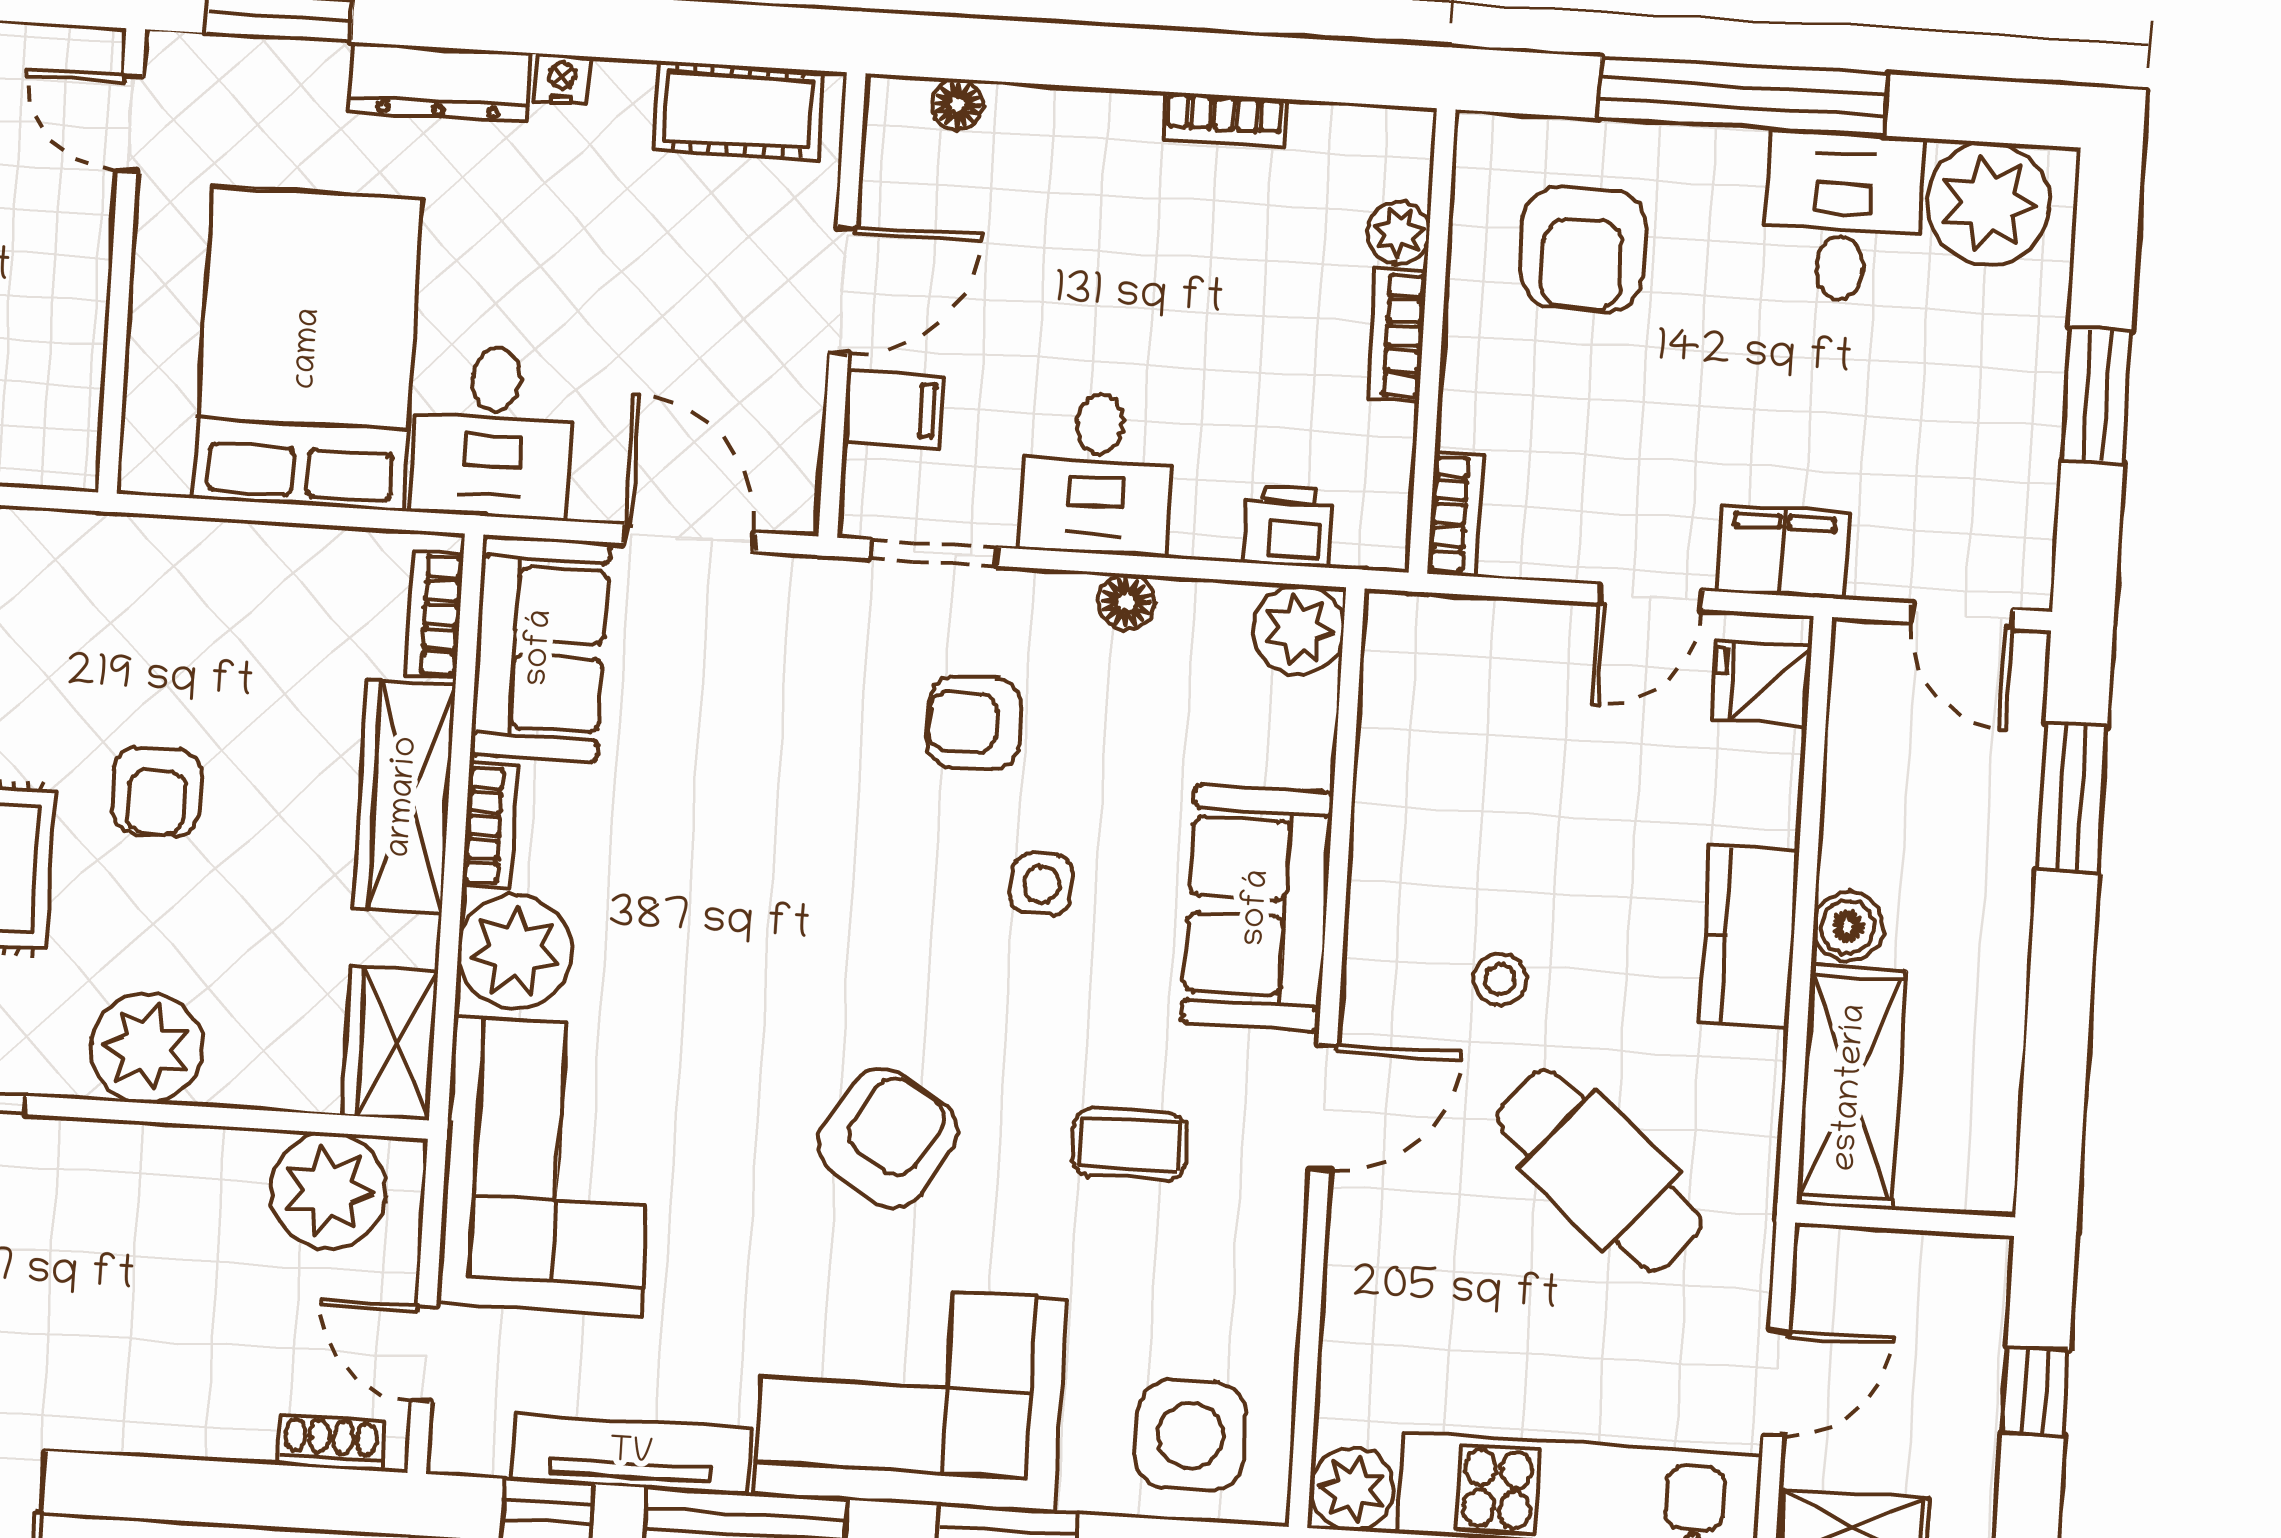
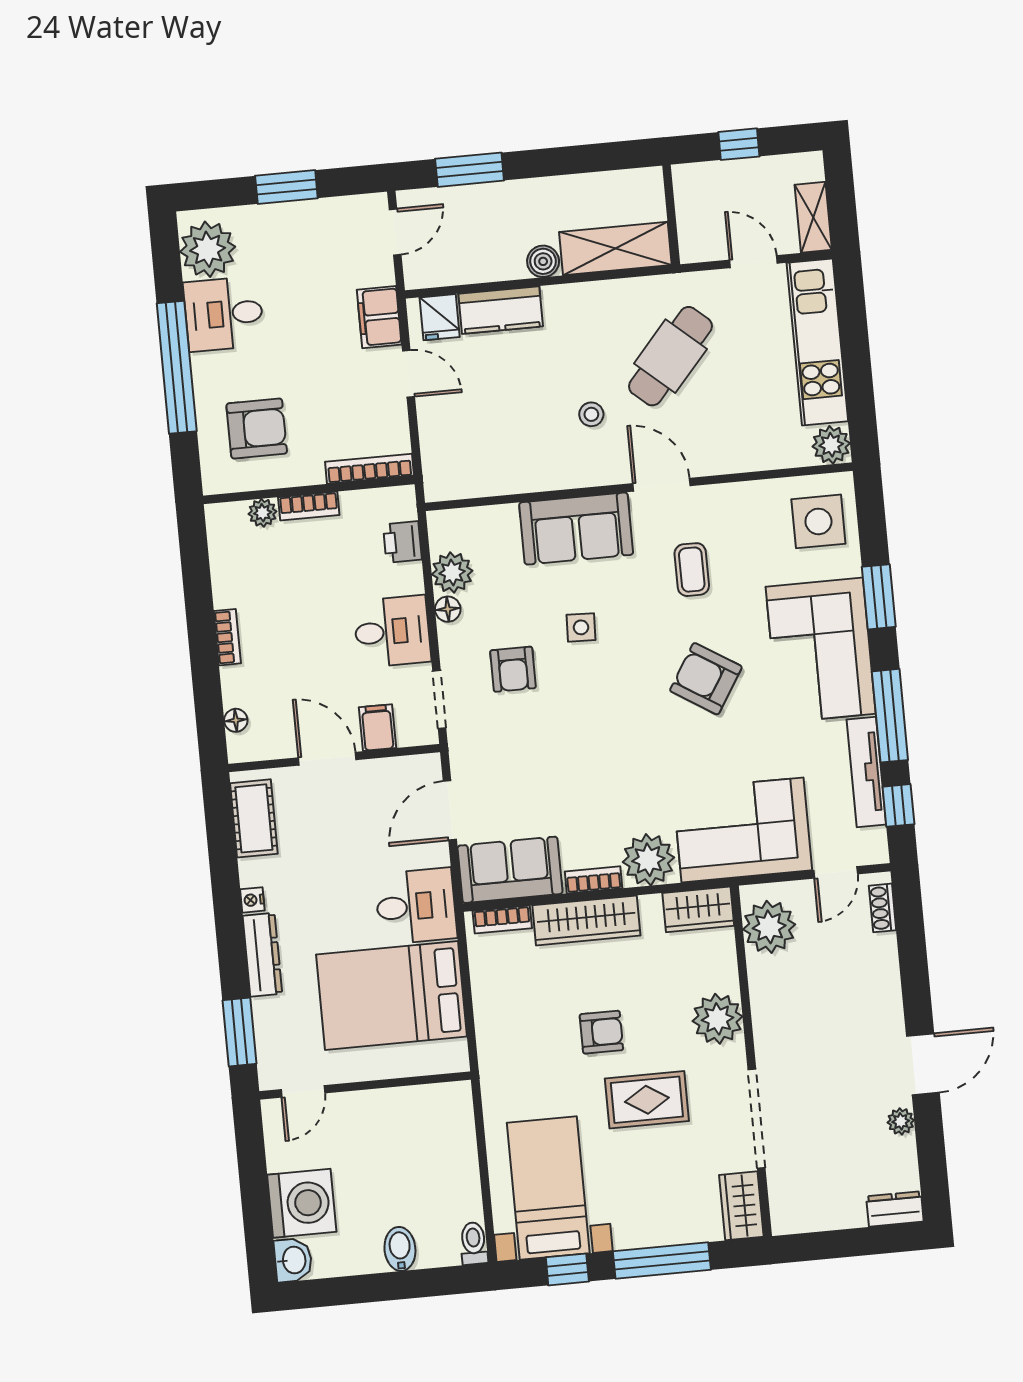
bookcase: (1224, 119) -> (227, 637), moved
bookcase: (1455, 514) -> (370, 469), width x1.56
plant: (1299, 630) -> (452, 572), moved
kitchen counter: (1750, 937) -> (501, 310), moved

